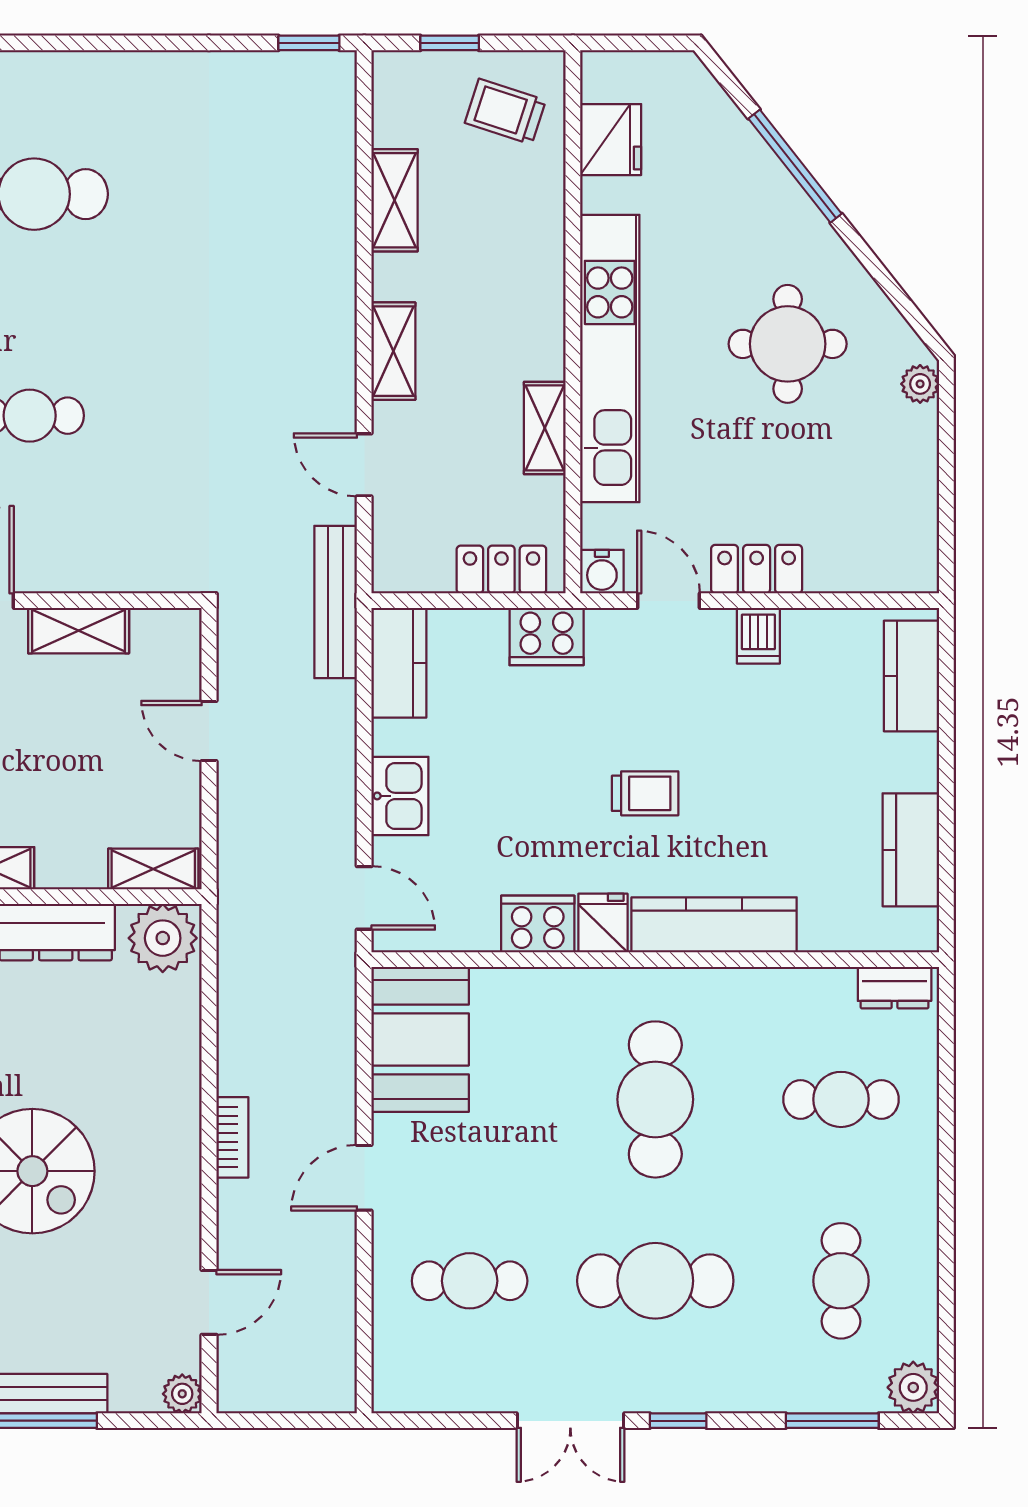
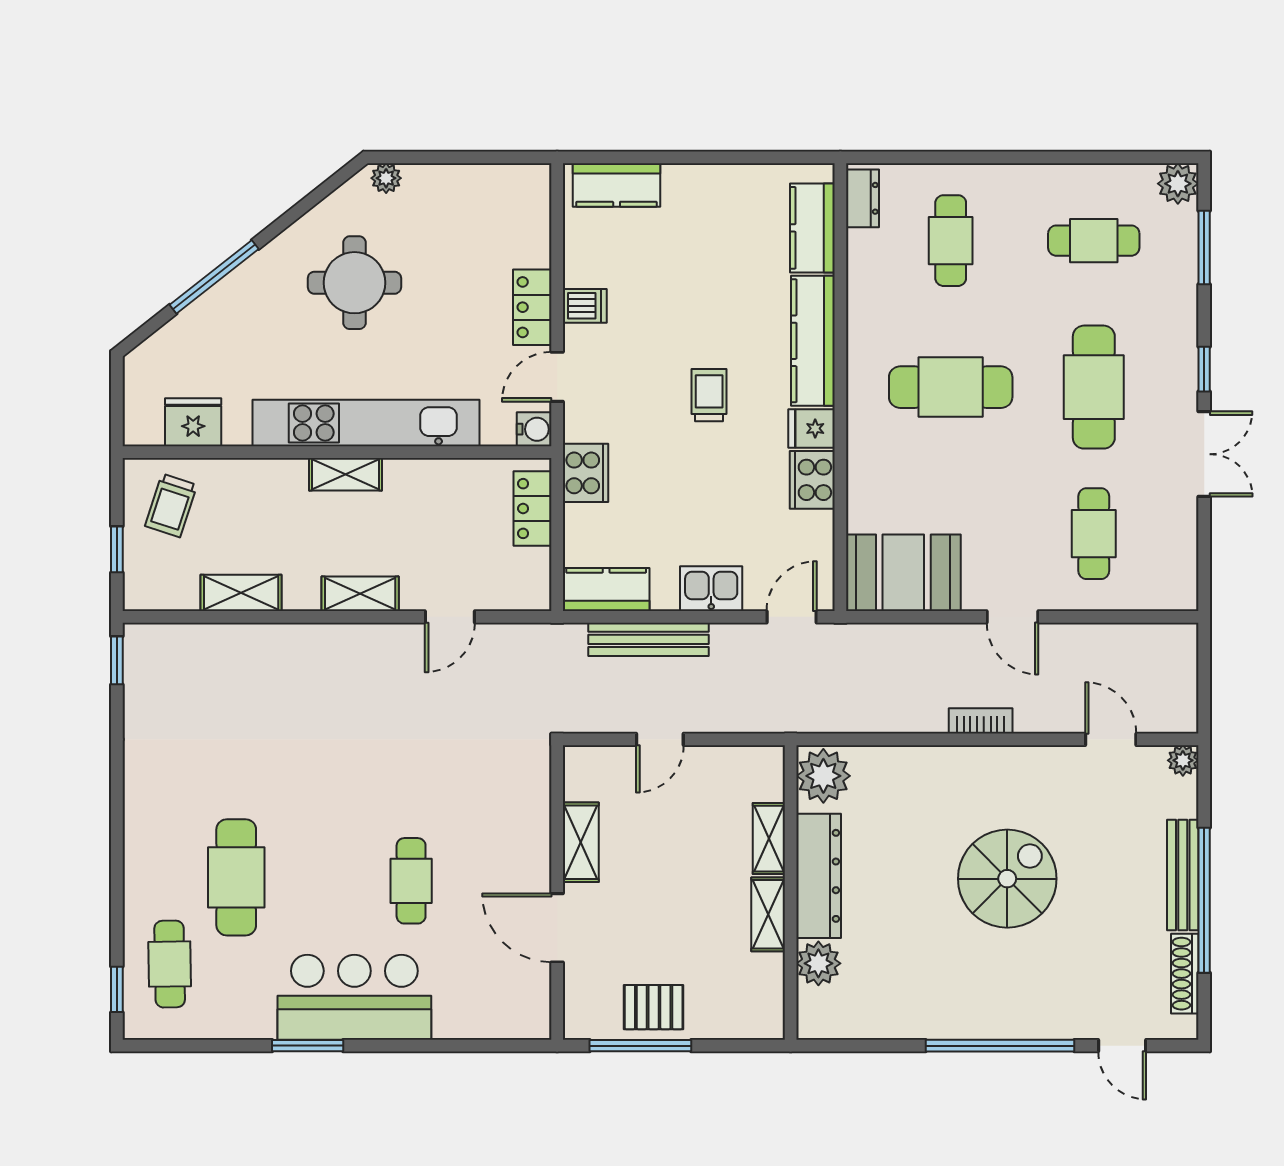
shelving: (545, 428) -> (346, 474), moved
bench: (336, 602) -> (649, 639), moved
kitchen counter: (911, 850) -> (812, 228), moved, turned 90
shelving: (153, 869) -> (769, 839), moved

